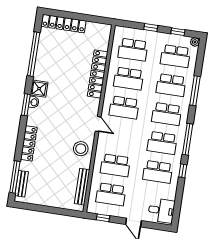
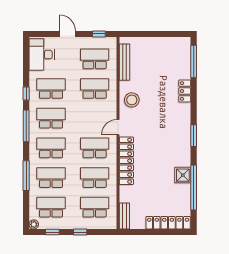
locker: (98, 74) -> (126, 161), moved
shower: (39, 89) -> (183, 175), moved
washbasin: (34, 102) -> (186, 139), removed
door: (98, 124) -> (118, 127), hinge flipped
locker: (29, 143) -> (185, 91), width x0.66
bench: (22, 184) -> (124, 216), moved
desk: (161, 211) -> (42, 55), width x1.37

